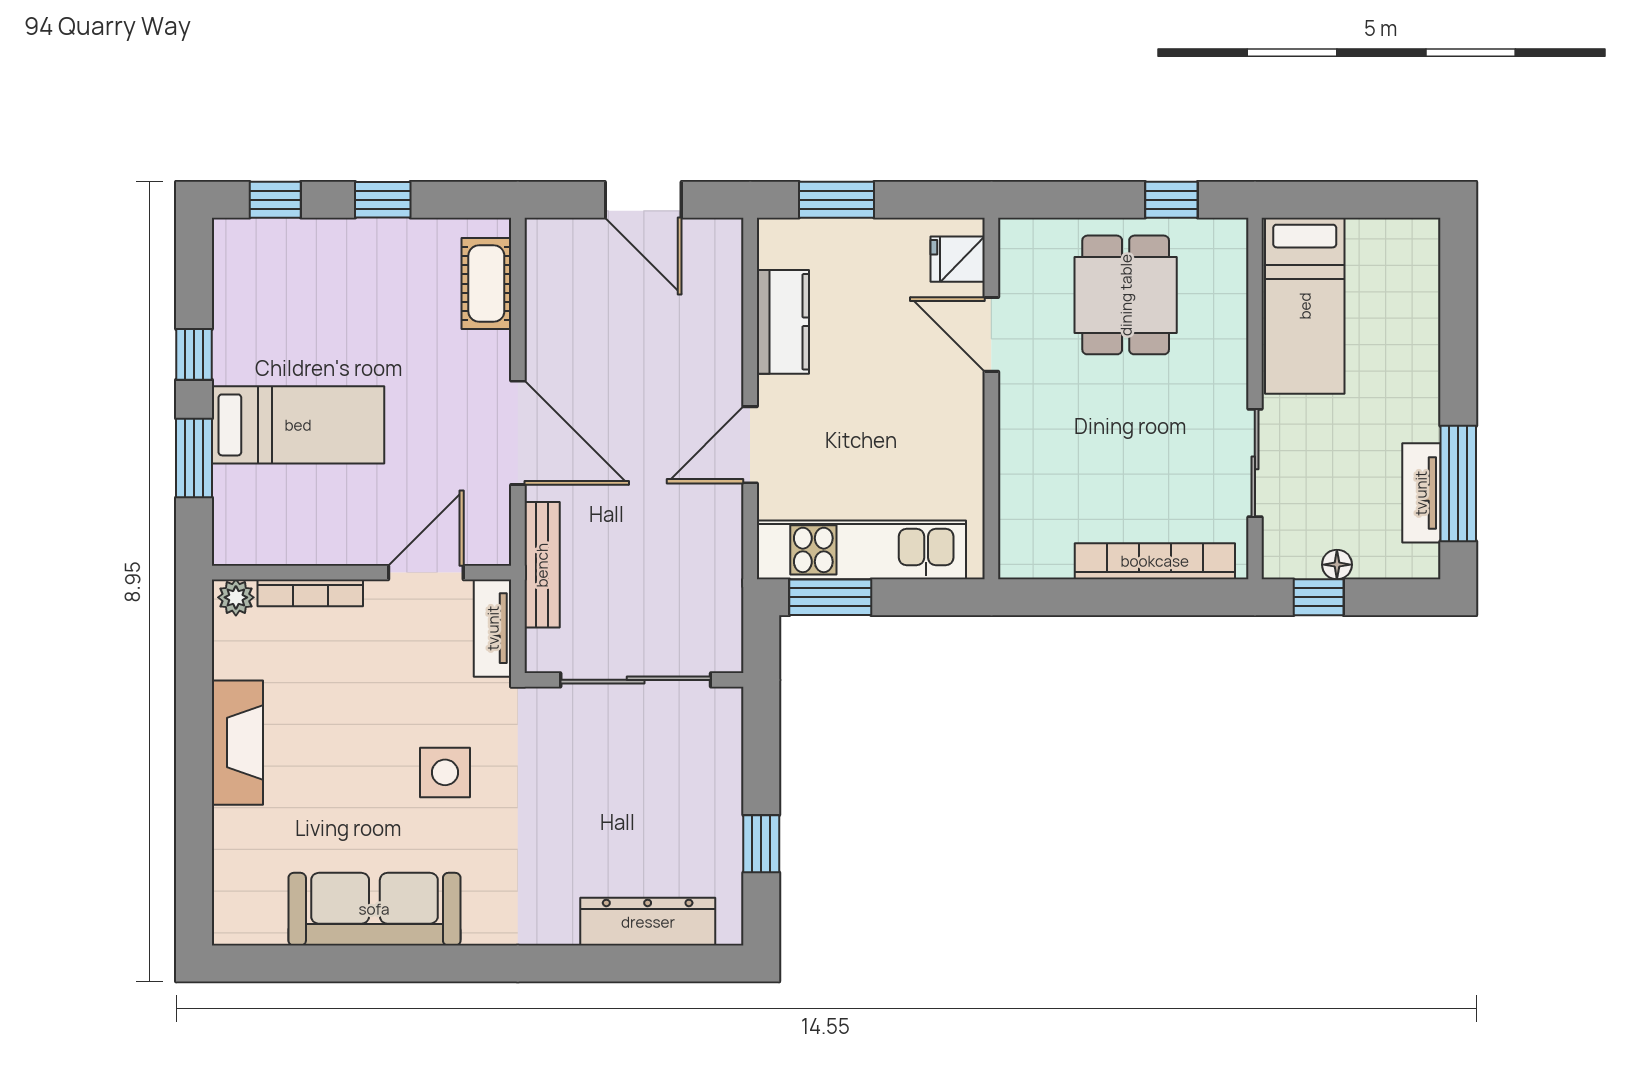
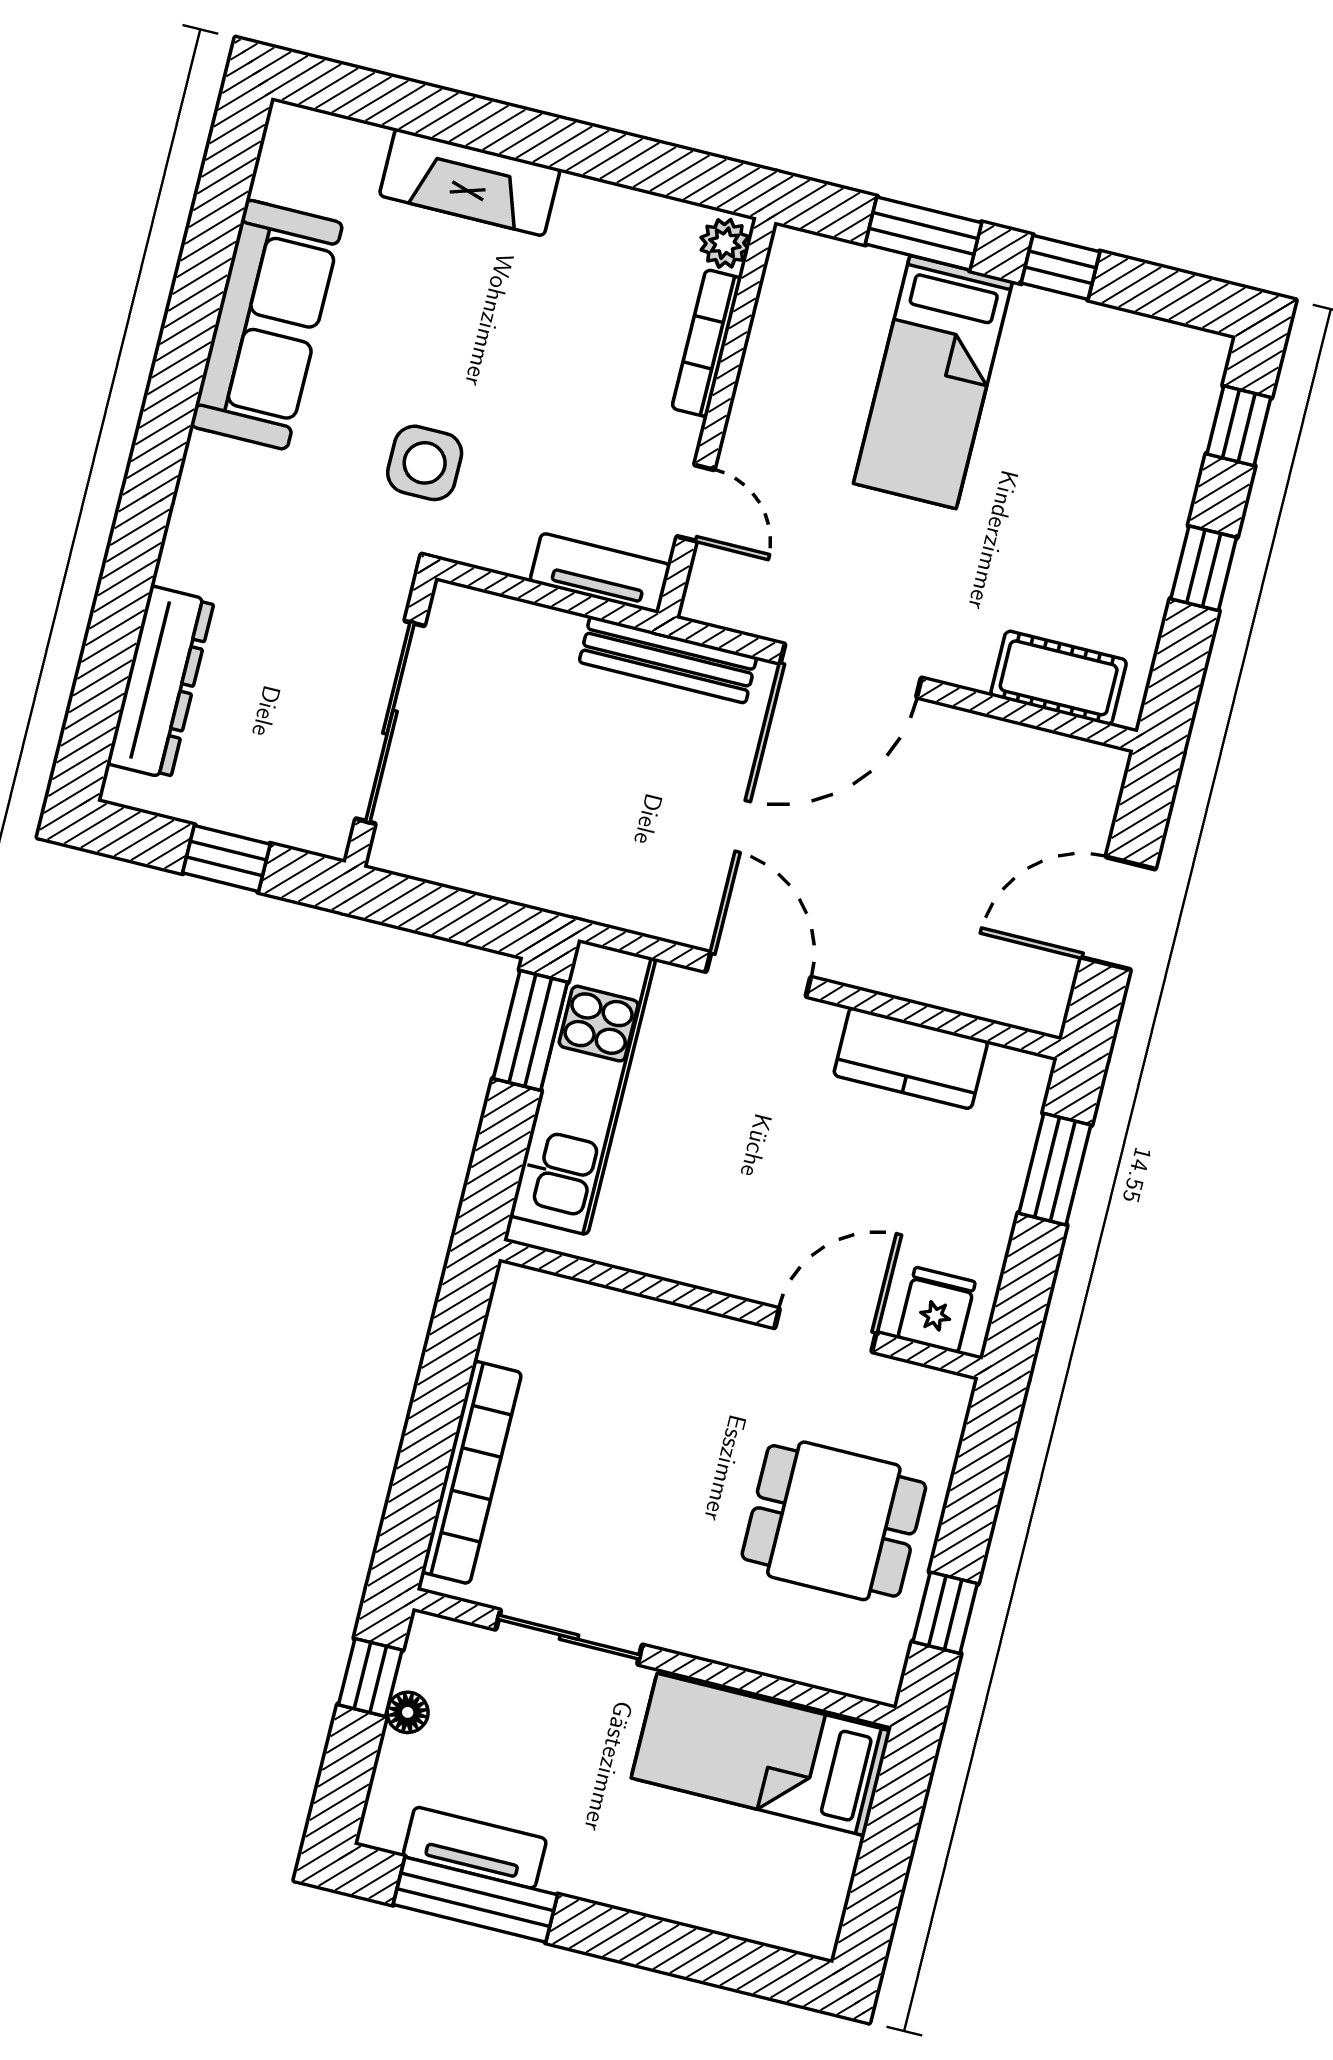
door: (426, 573) -> (695, 503), width x0.73
wall: (634, 680) -> (391, 720), moved
sliding door: (636, 680) -> (390, 722), moved
fireplace: (237, 743) -> (470, 182), moved

